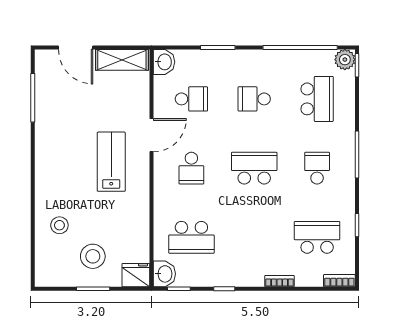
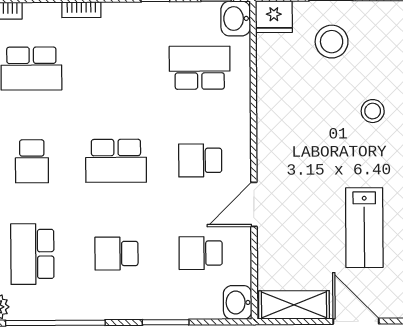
school desk: (254, 99) -> (116, 254), turned 180
lab bench: (111, 162) -> (364, 228), moved
school desk: (191, 168) -> (200, 160), turned -90
stool: (59, 225) -> (373, 111), moved

